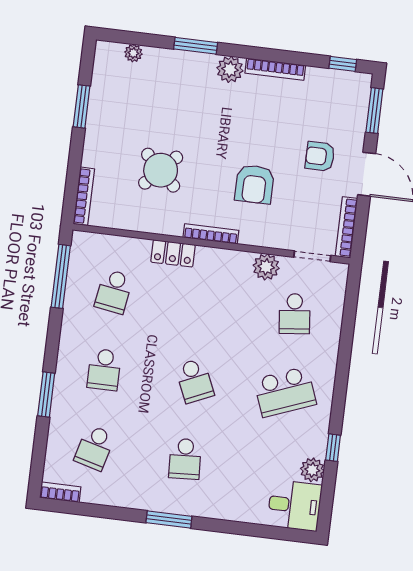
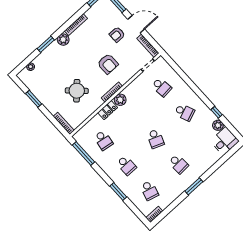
plant: (266, 267) -> (120, 100), moved
school desk: (195, 381) -> (155, 139), turned 45
school desk: (285, 392) -> (185, 112), width x0.54

